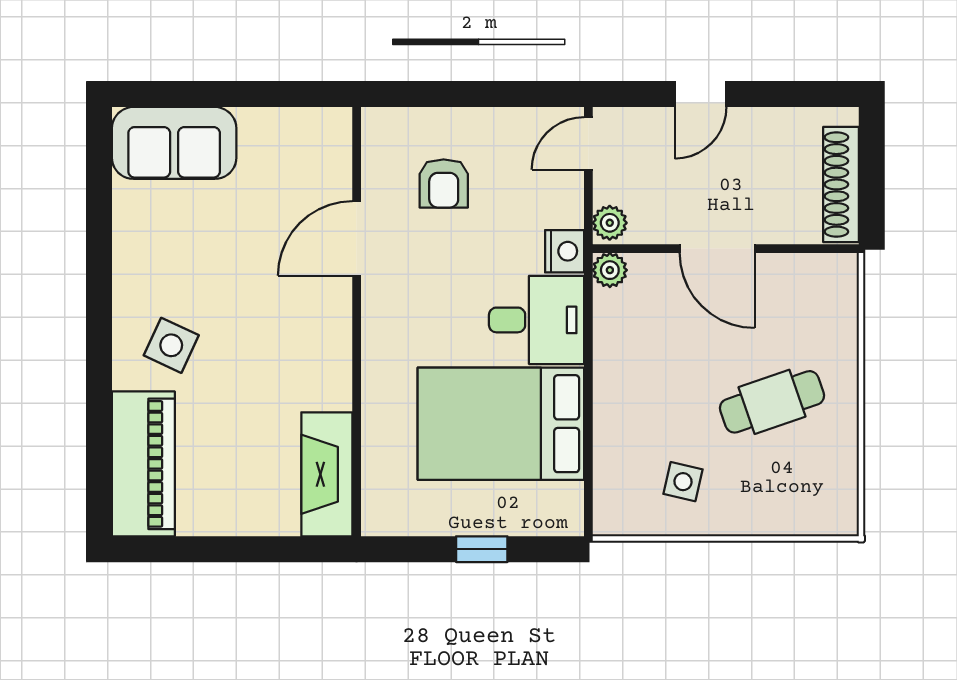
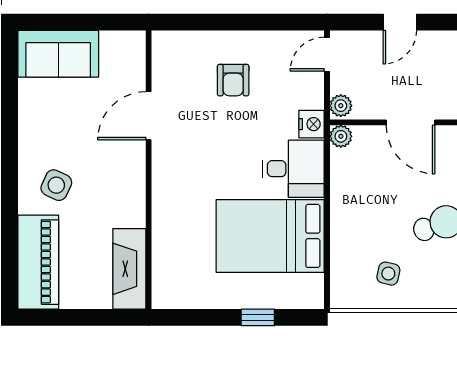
door: (357, 238) -> (149, 116), moved
wall: (357, 322) -> (149, 170), moved
fireplace: (327, 474) -> (129, 269), moved

